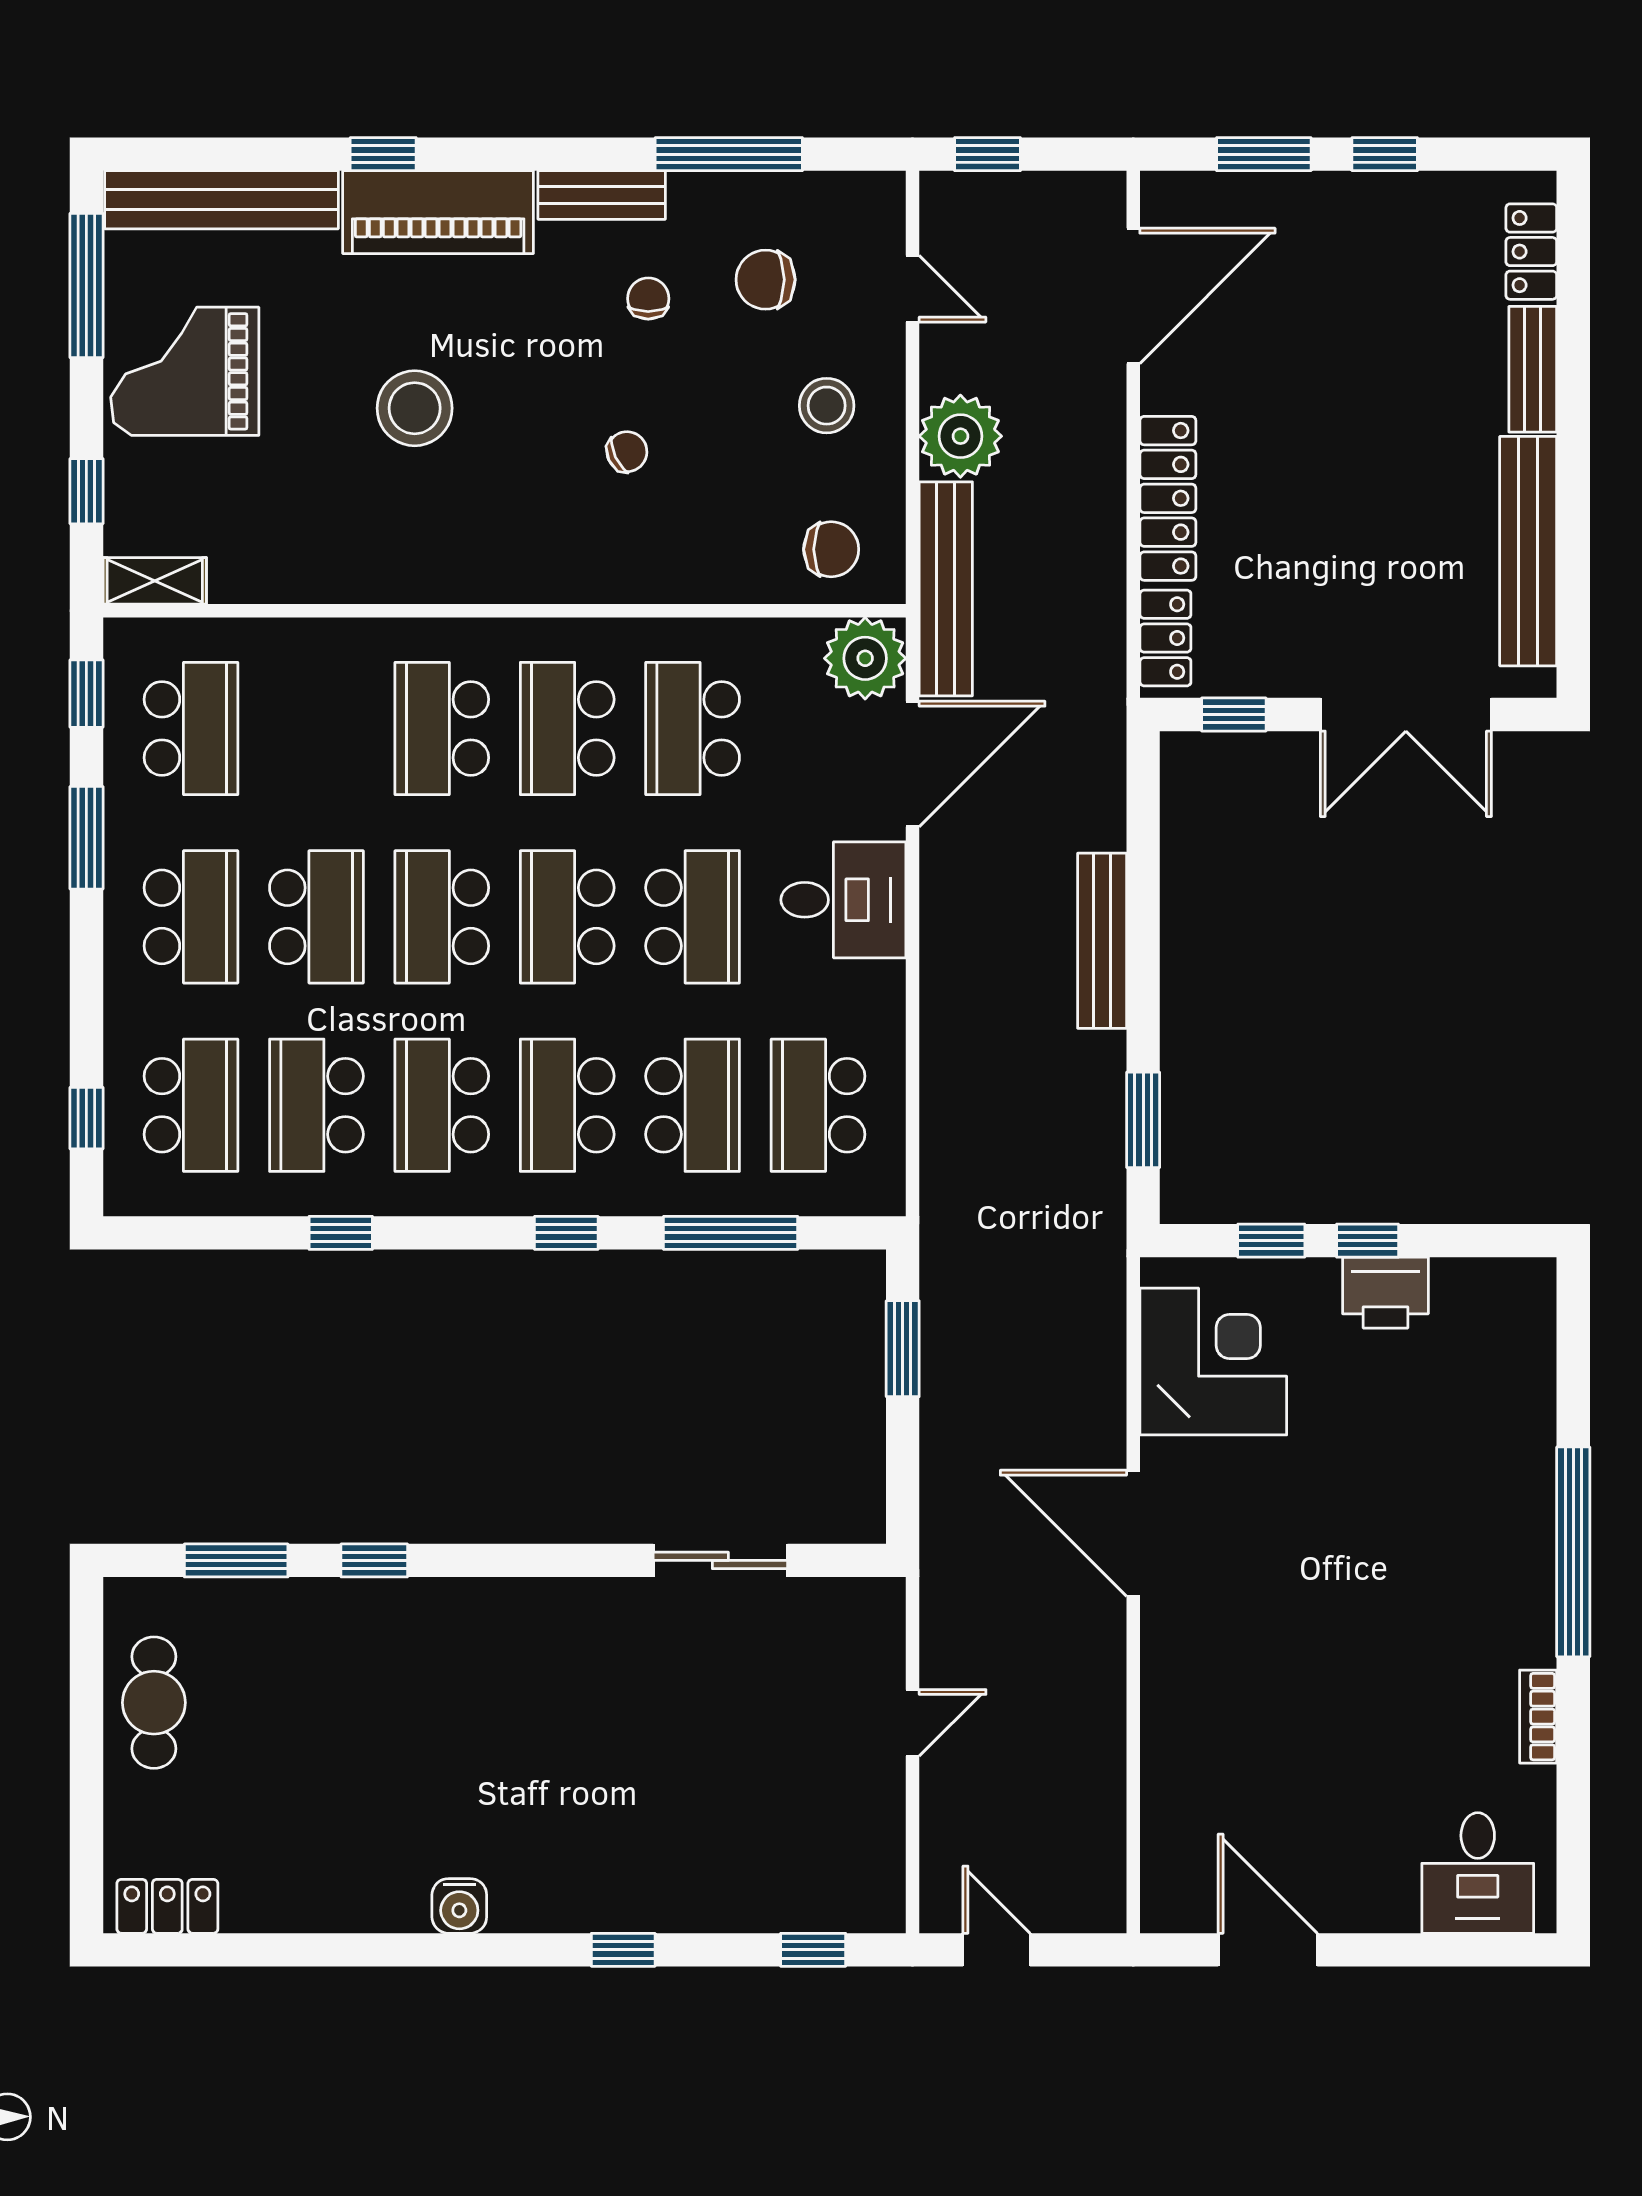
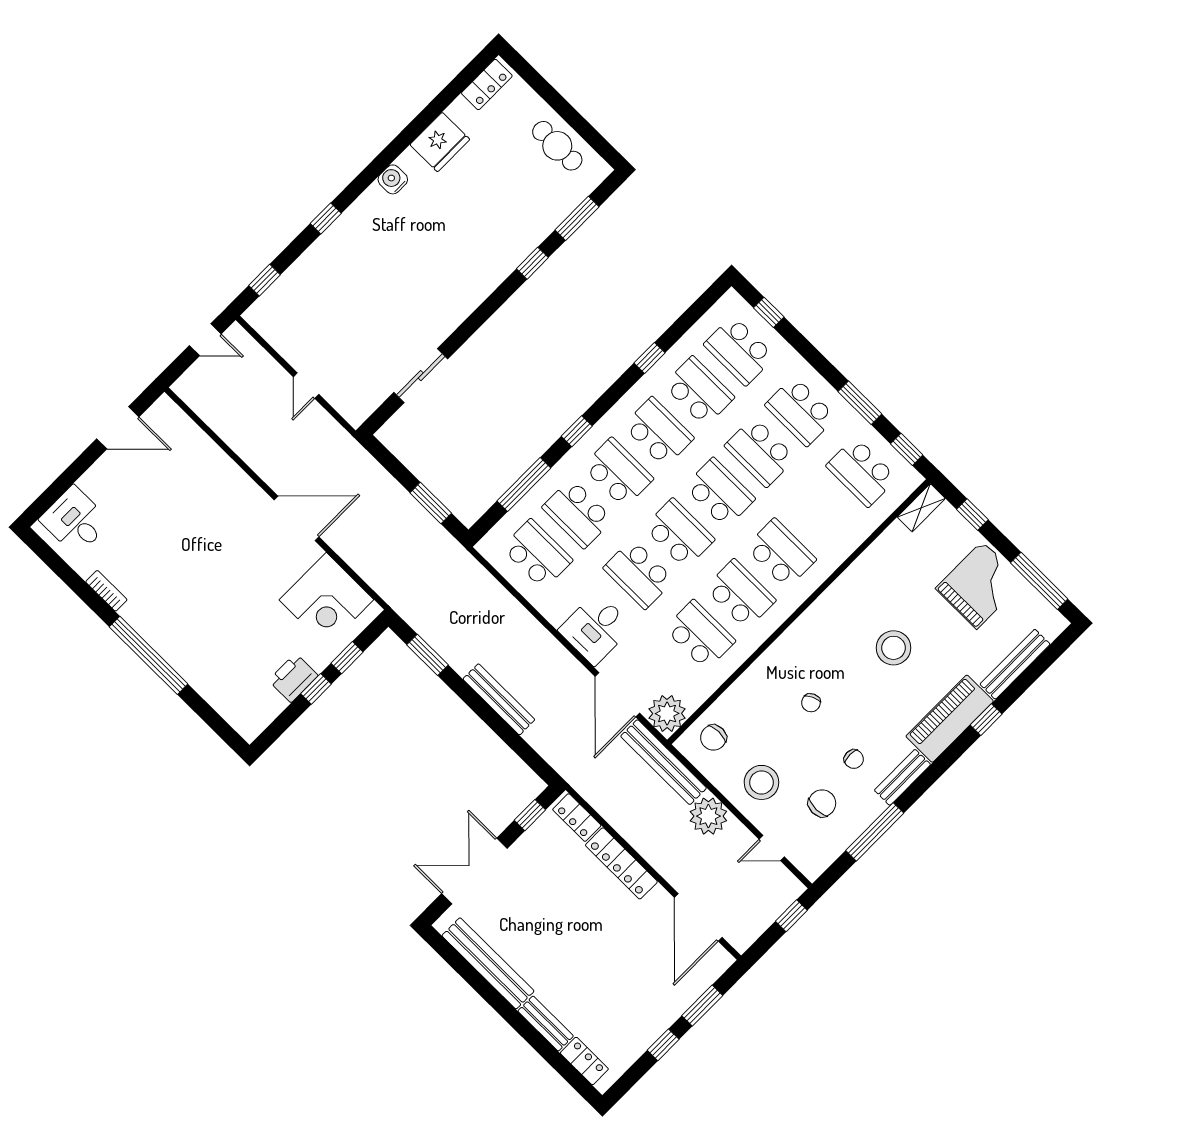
bench: (221, 200) -> (1015, 664), width x0.73, depth x0.82
stool: (827, 406) -> (761, 782), width x1.38, depth x1.38
fridge: (329, 1890) -> (440, 142), added

